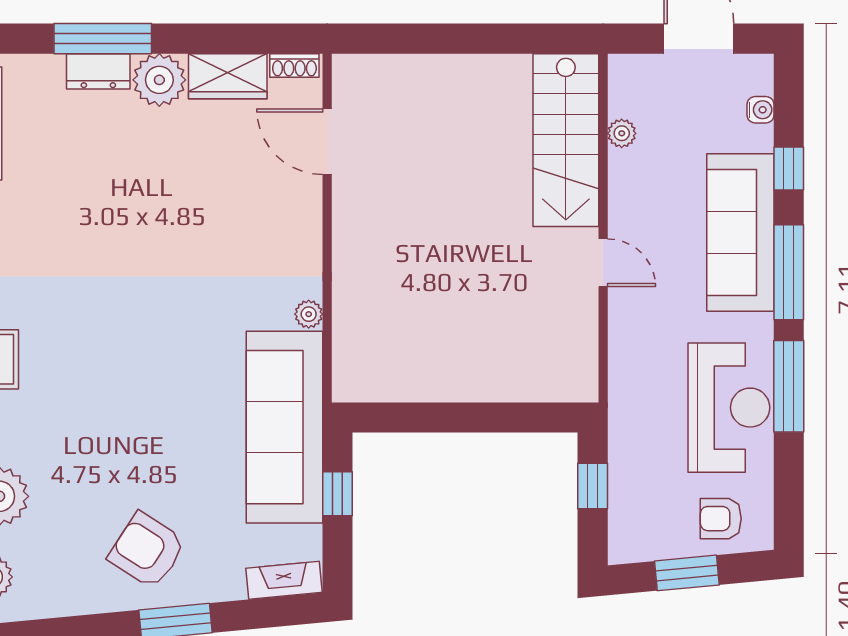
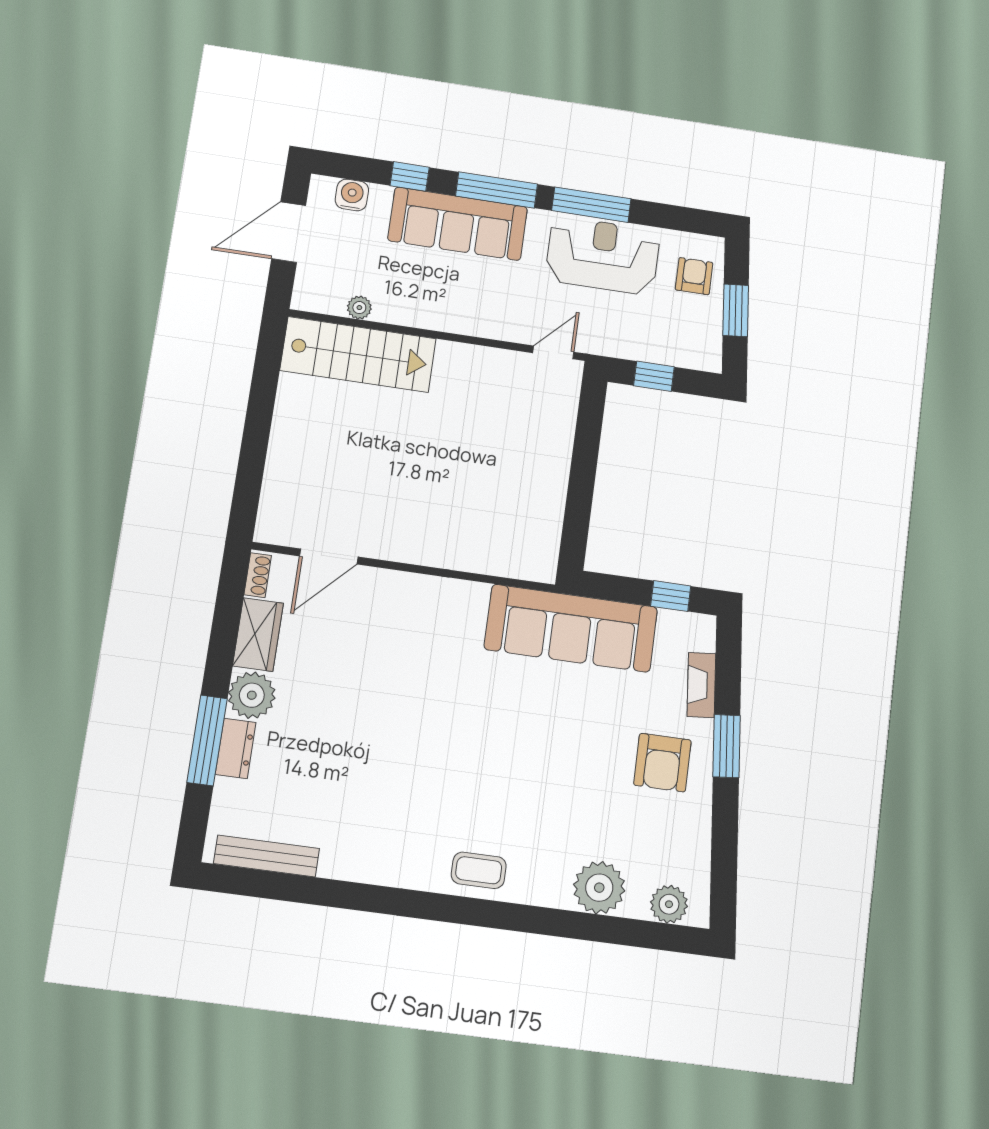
water cooler: (761, 110) -> (352, 195), width x1.38, depth x1.38
door: (603, 263) -> (553, 352), moved
plant: (309, 314) -> (476, 594), removed
window: (338, 494) -> (671, 596), moved
armchair: (721, 519) -> (694, 276), turned 180
armchair: (147, 550) -> (662, 763), turned -33
fireplace: (284, 580) -> (701, 685), moved

